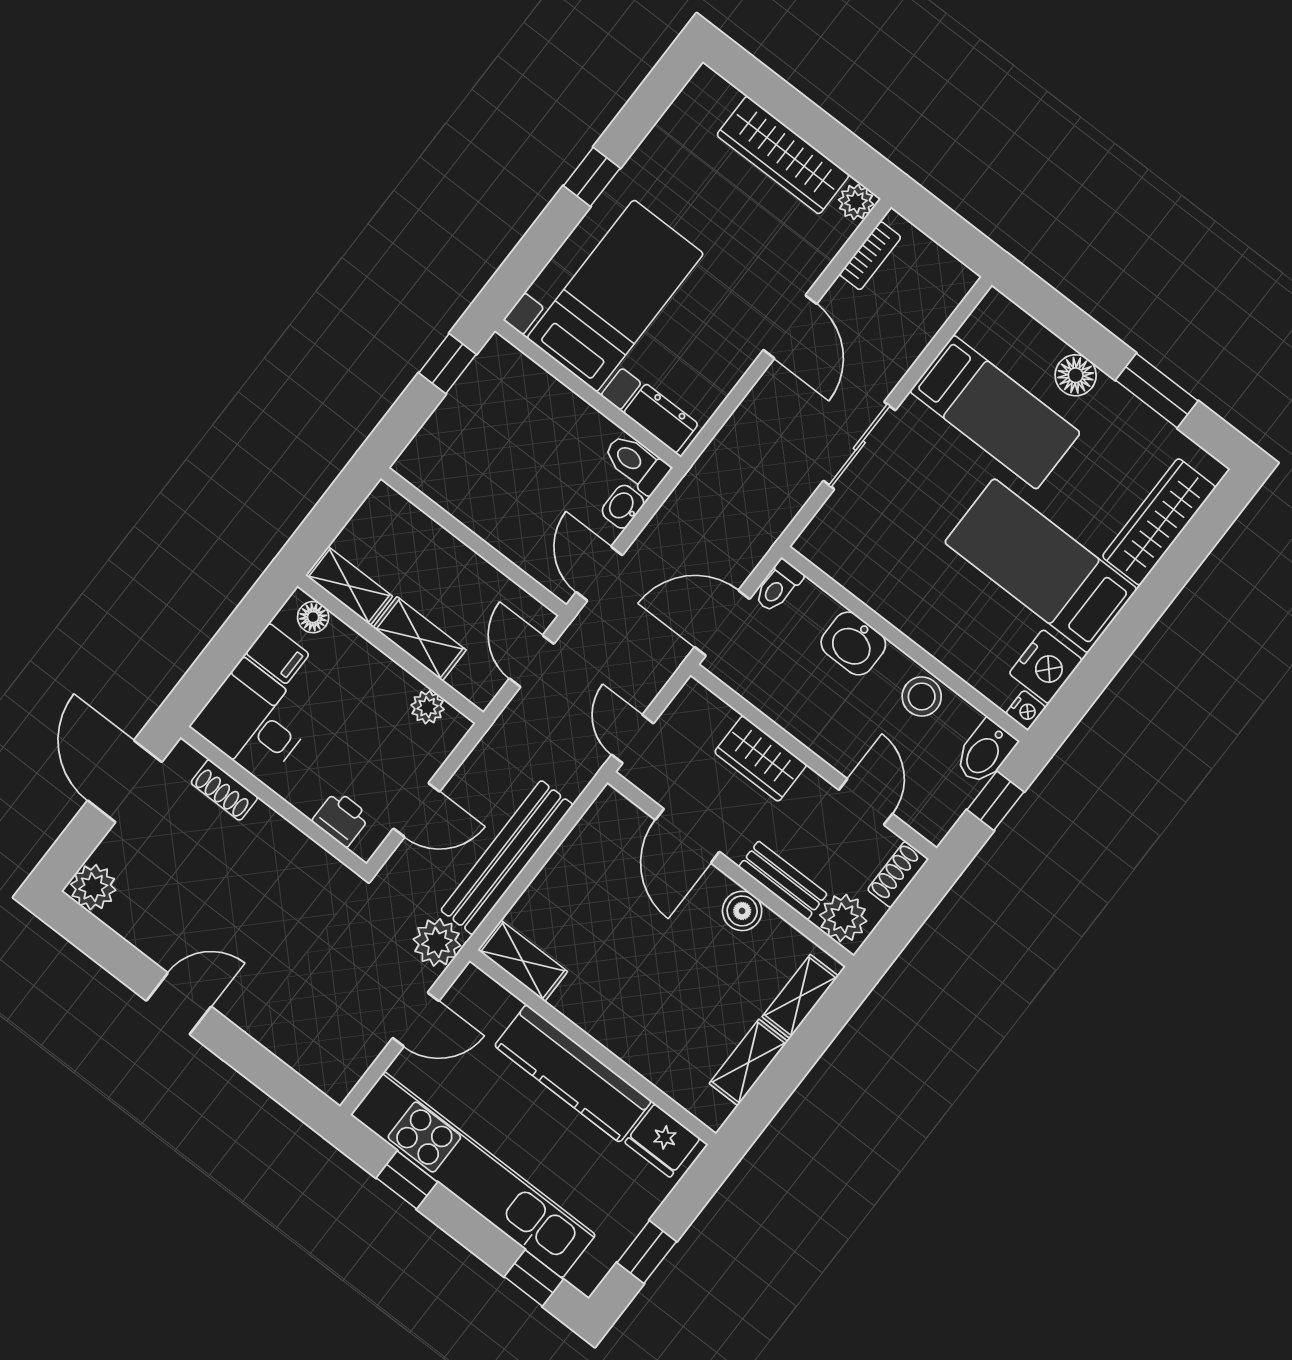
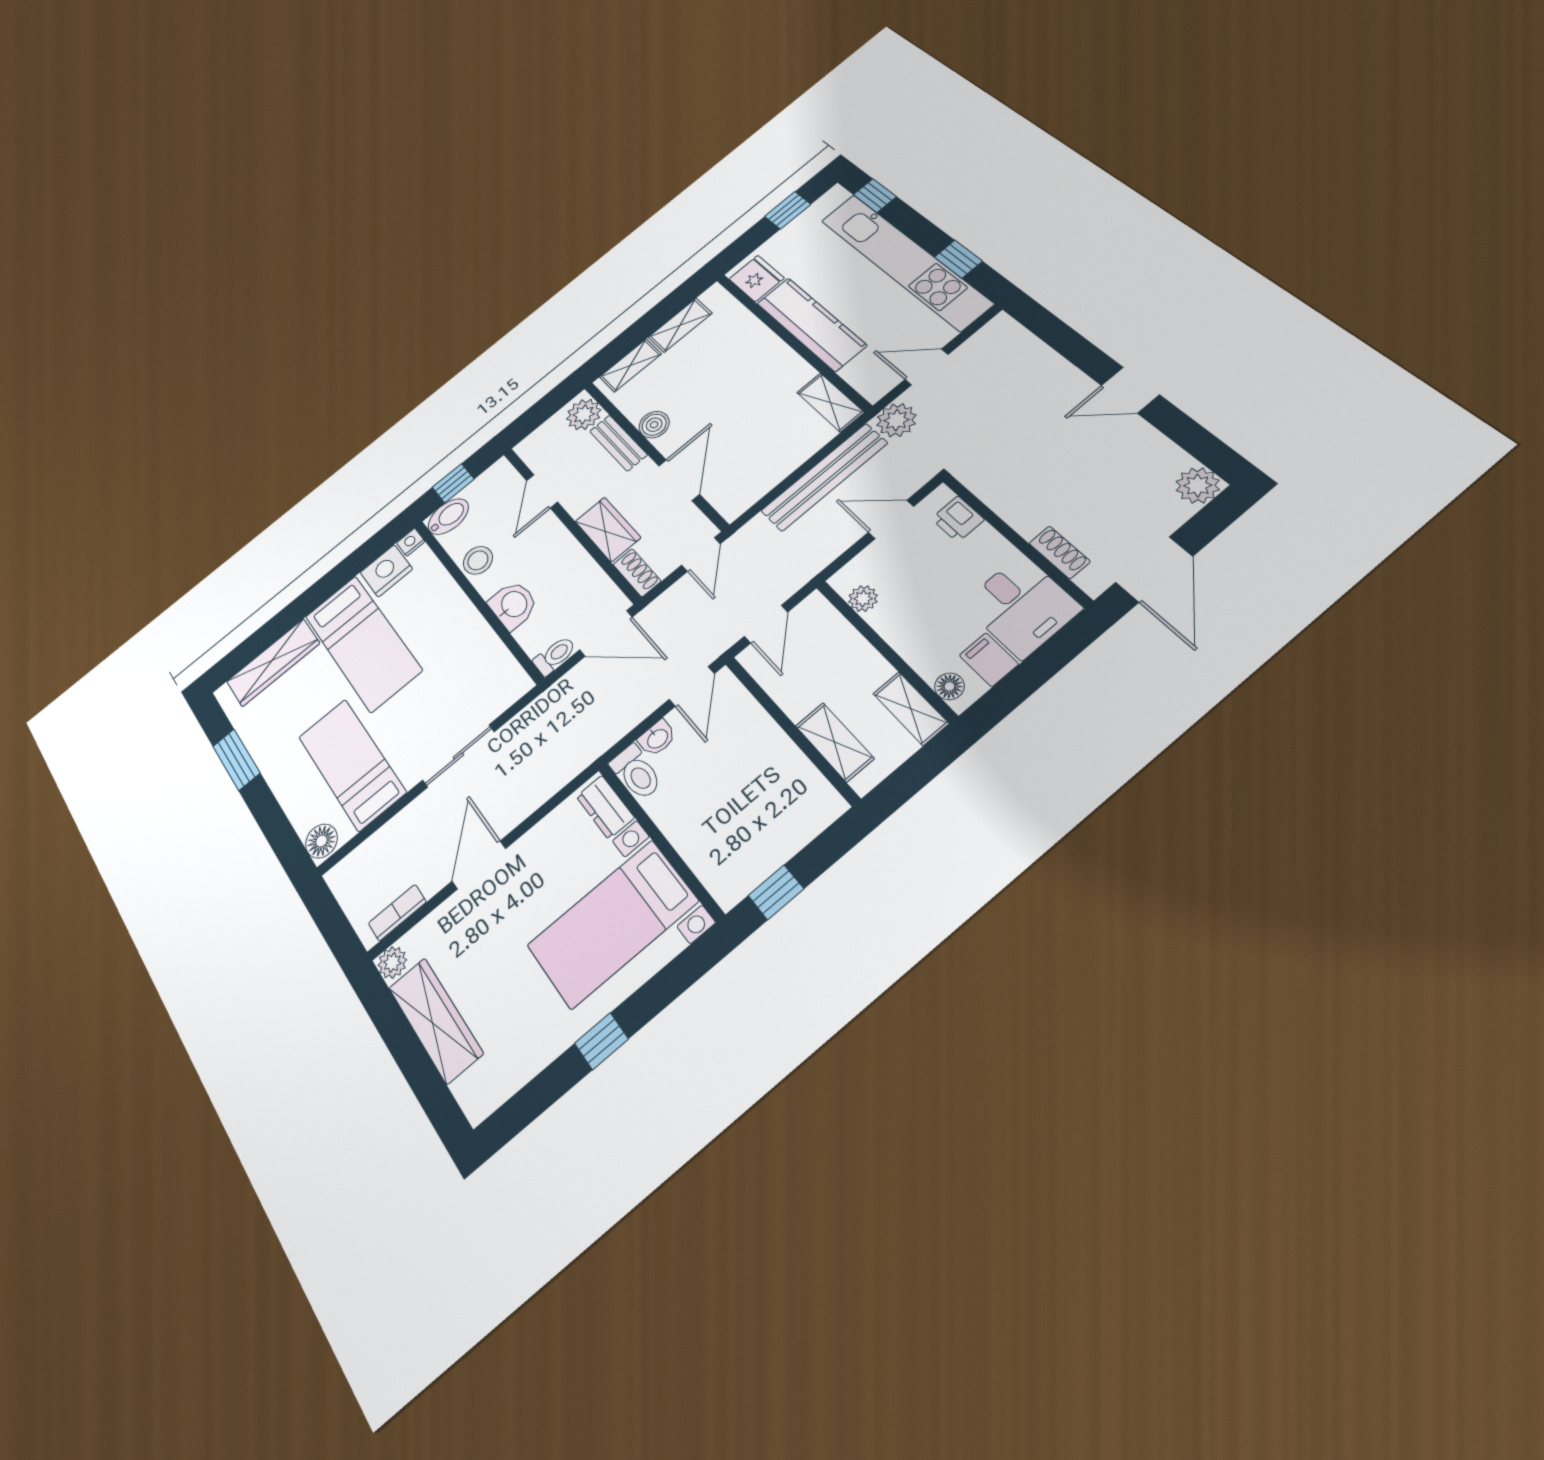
floor lamp: (1076, 375) -> (321, 841), moved
shelving: (420, 639) -> (835, 742), moved
shoe rack: (898, 874) -> (637, 573), moved, turned -90

